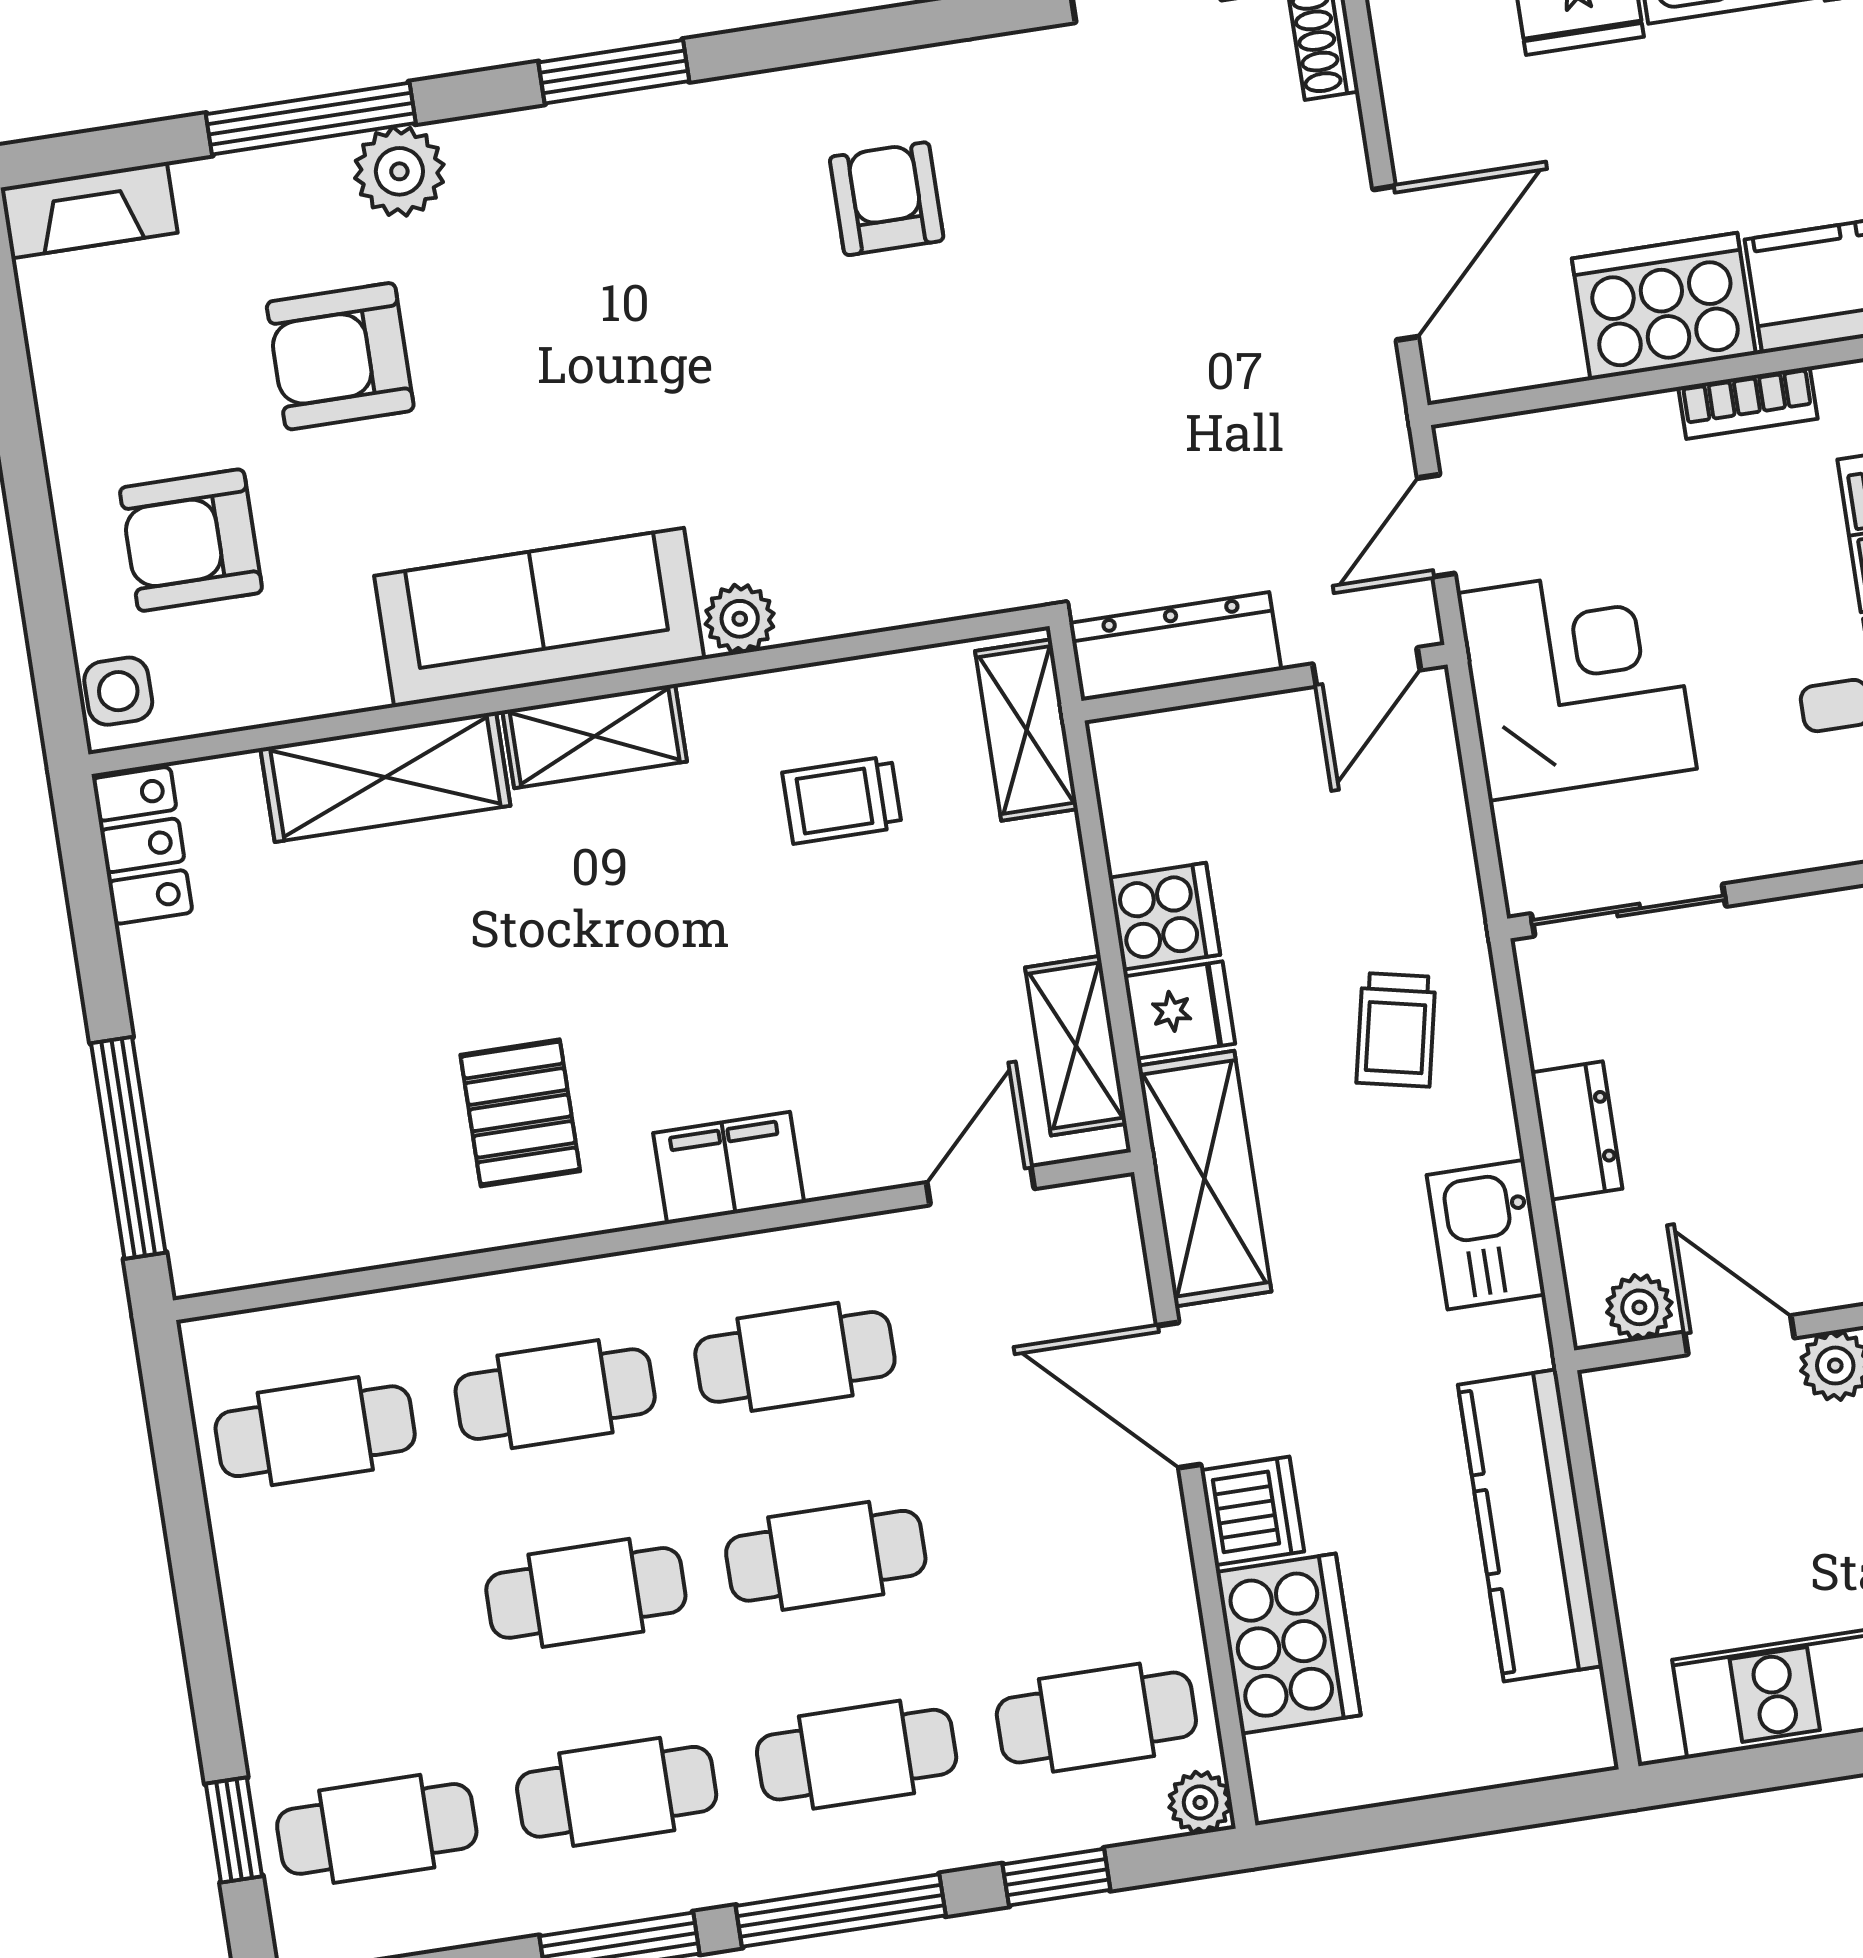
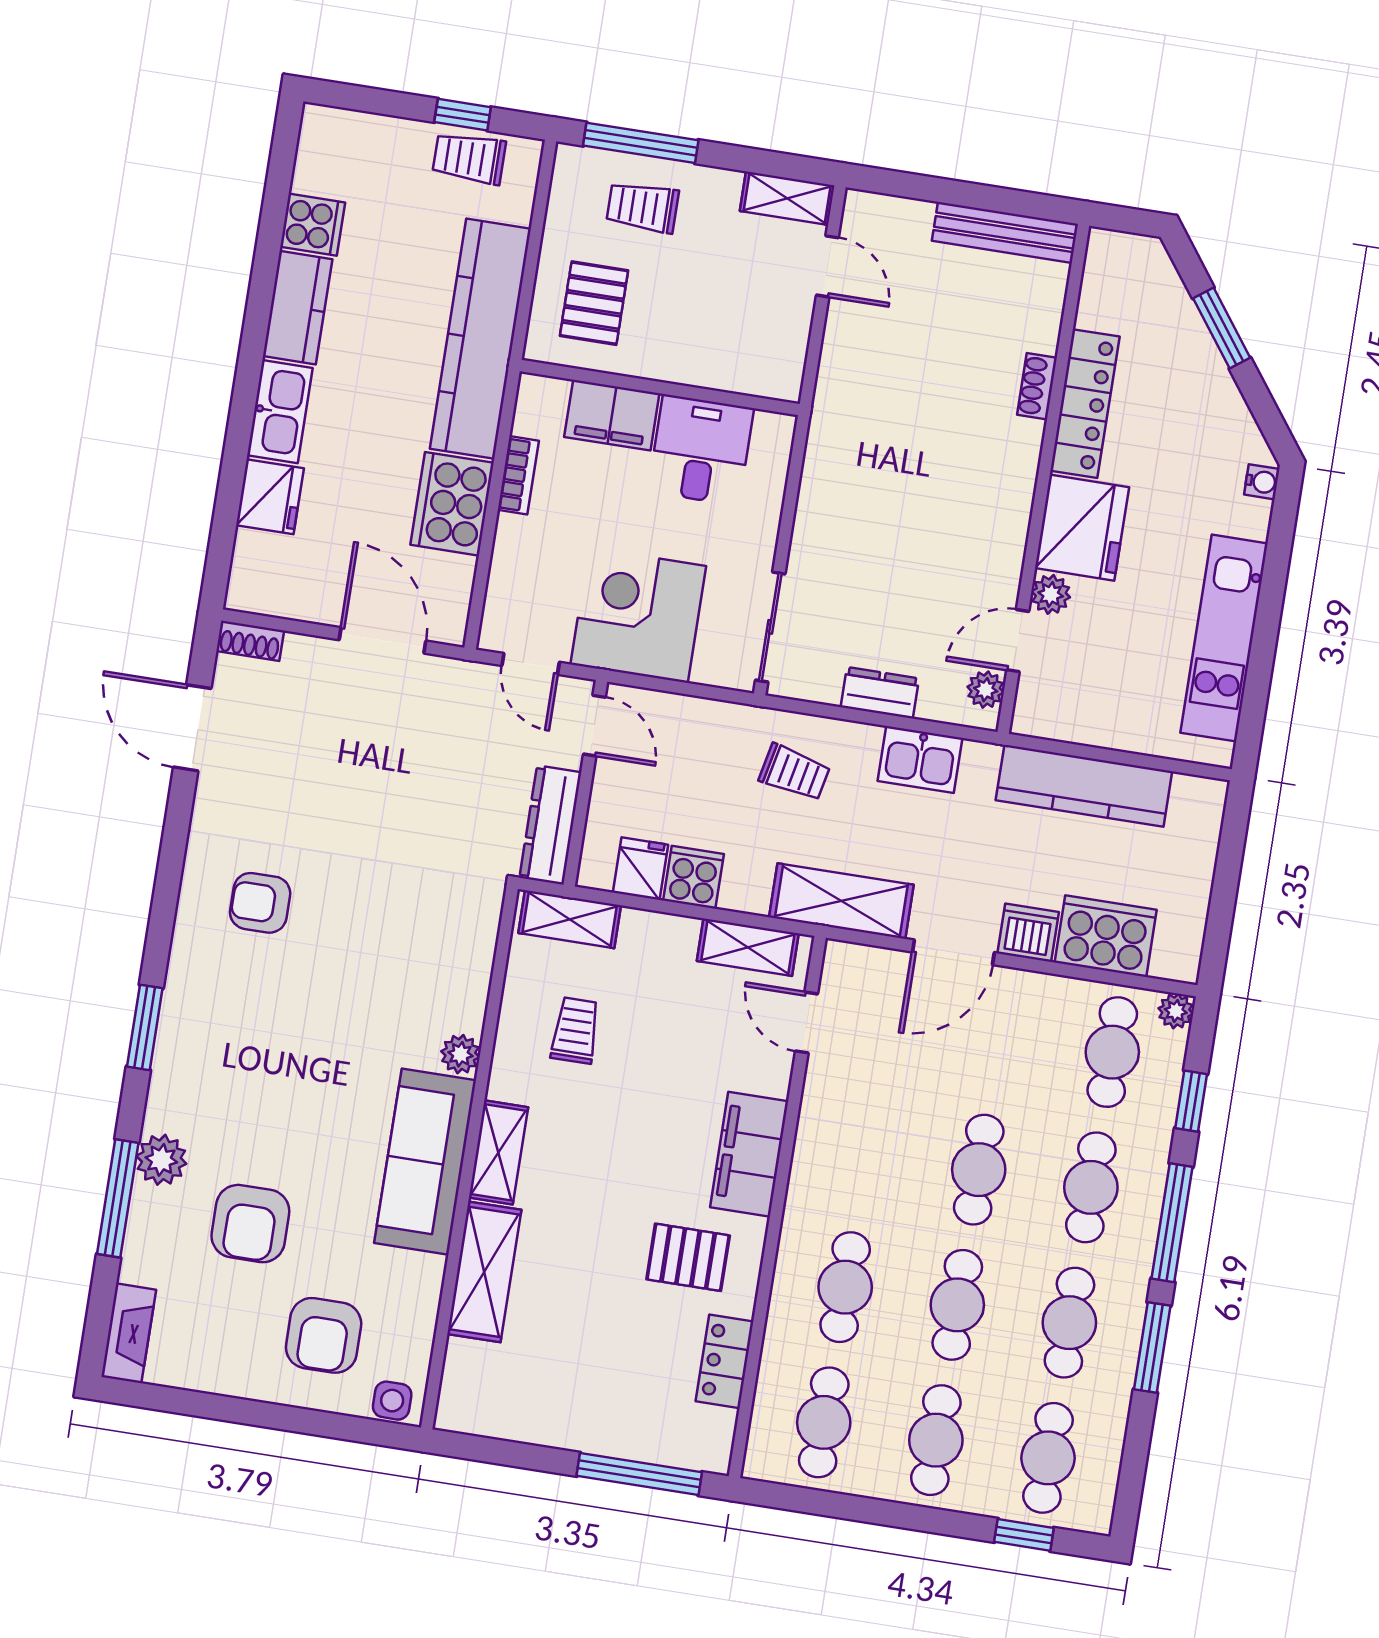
trolley: (842, 800) -> (575, 1030), turned 180
locker: (142, 845) -> (725, 1361), moved, turned -90
fridge: (1179, 1010) -> (641, 869), moved
filing cabinet: (729, 1168) -> (749, 1154), width x1.50, depth x1.17
cafe table: (795, 1357) -> (936, 1440), moved

